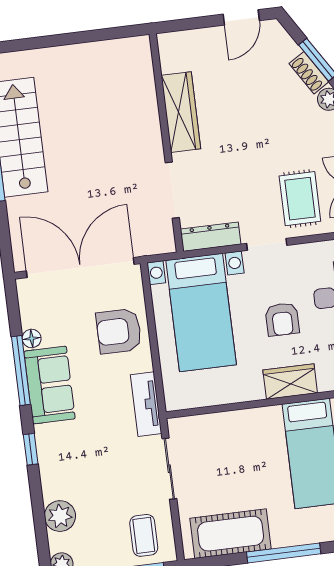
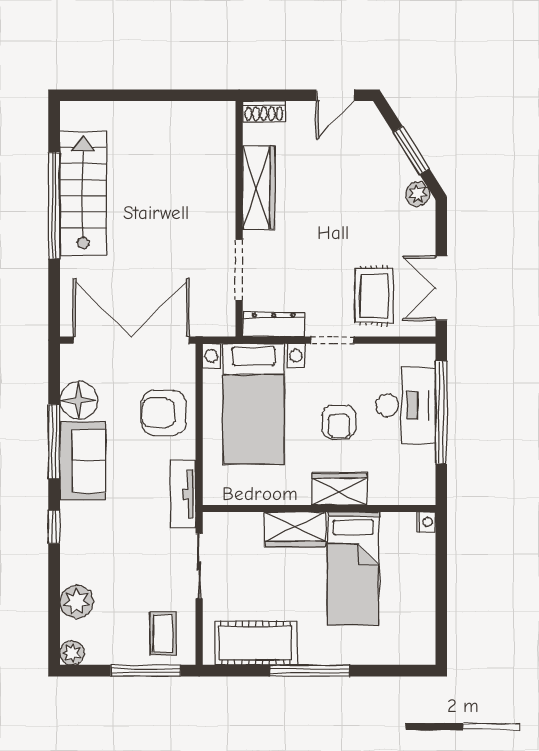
shoe rack: (309, 73) -> (264, 111), moved, turned -58
floor lamp: (32, 338) -> (79, 400), width x1.89, depth x1.89
wardrobe: (254, 424) -> (295, 530), added

